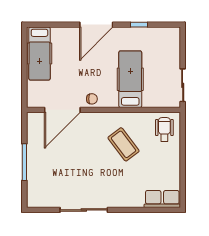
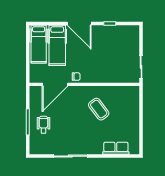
door: (96, 25) -> (79, 23), hinge flipped
hospital bed: (130, 79) -> (57, 45), moved, turned 180
wheelchair: (164, 129) -> (43, 125), moved
row of seats: (162, 199) -> (116, 148), moved

